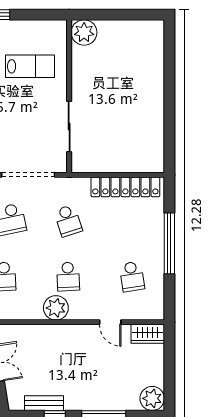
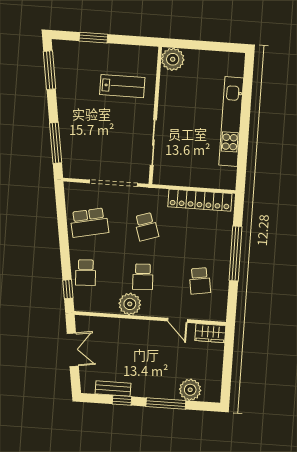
kitchen unit: (154, 97) -> (231, 122), added
plant: (152, 398) -> (190, 390), moved

